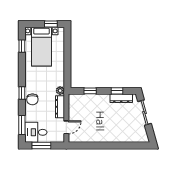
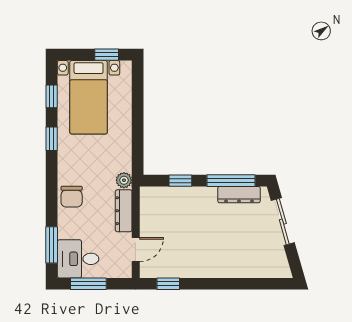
window: (117, 91) -> (231, 181), width x2.17
window: (22, 93) -> (52, 139), moved
window: (84, 145) -> (168, 284), added

